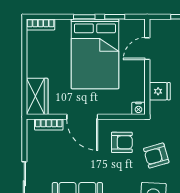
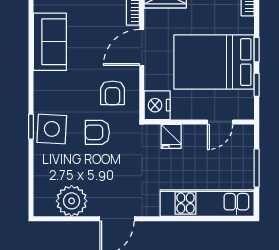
door: (147, 49) -> (220, 122), swing flipped
nightstand: (138, 108) -> (157, 105), width x1.89, depth x1.79
armchair: (156, 156) -> (97, 132), turned -74

